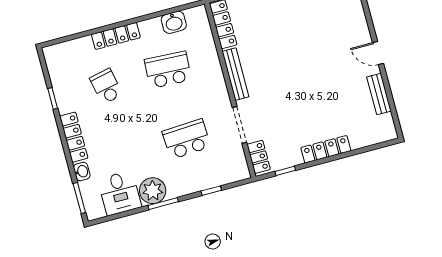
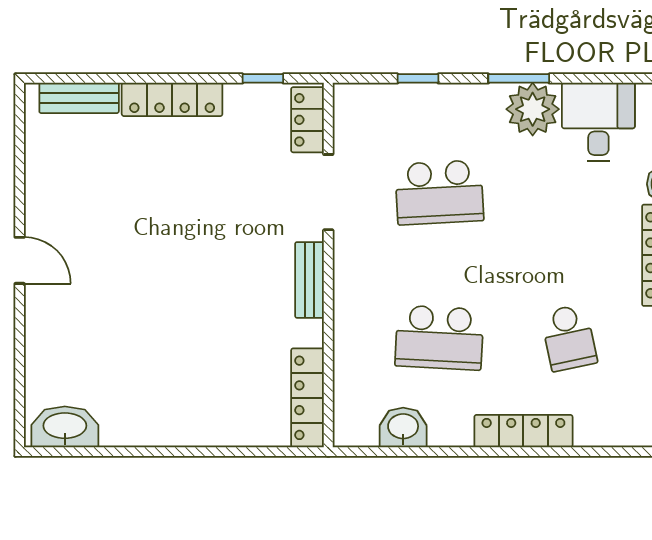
bench: (235, 74) -> (310, 280), width x0.73
bench: (379, 94) -> (79, 98), moved, turned 90

